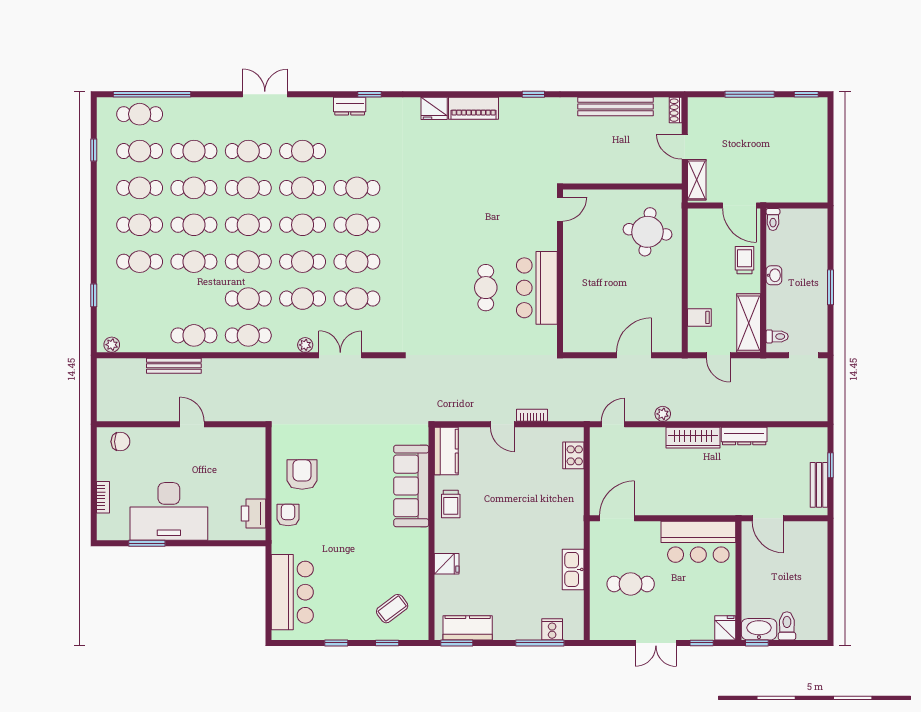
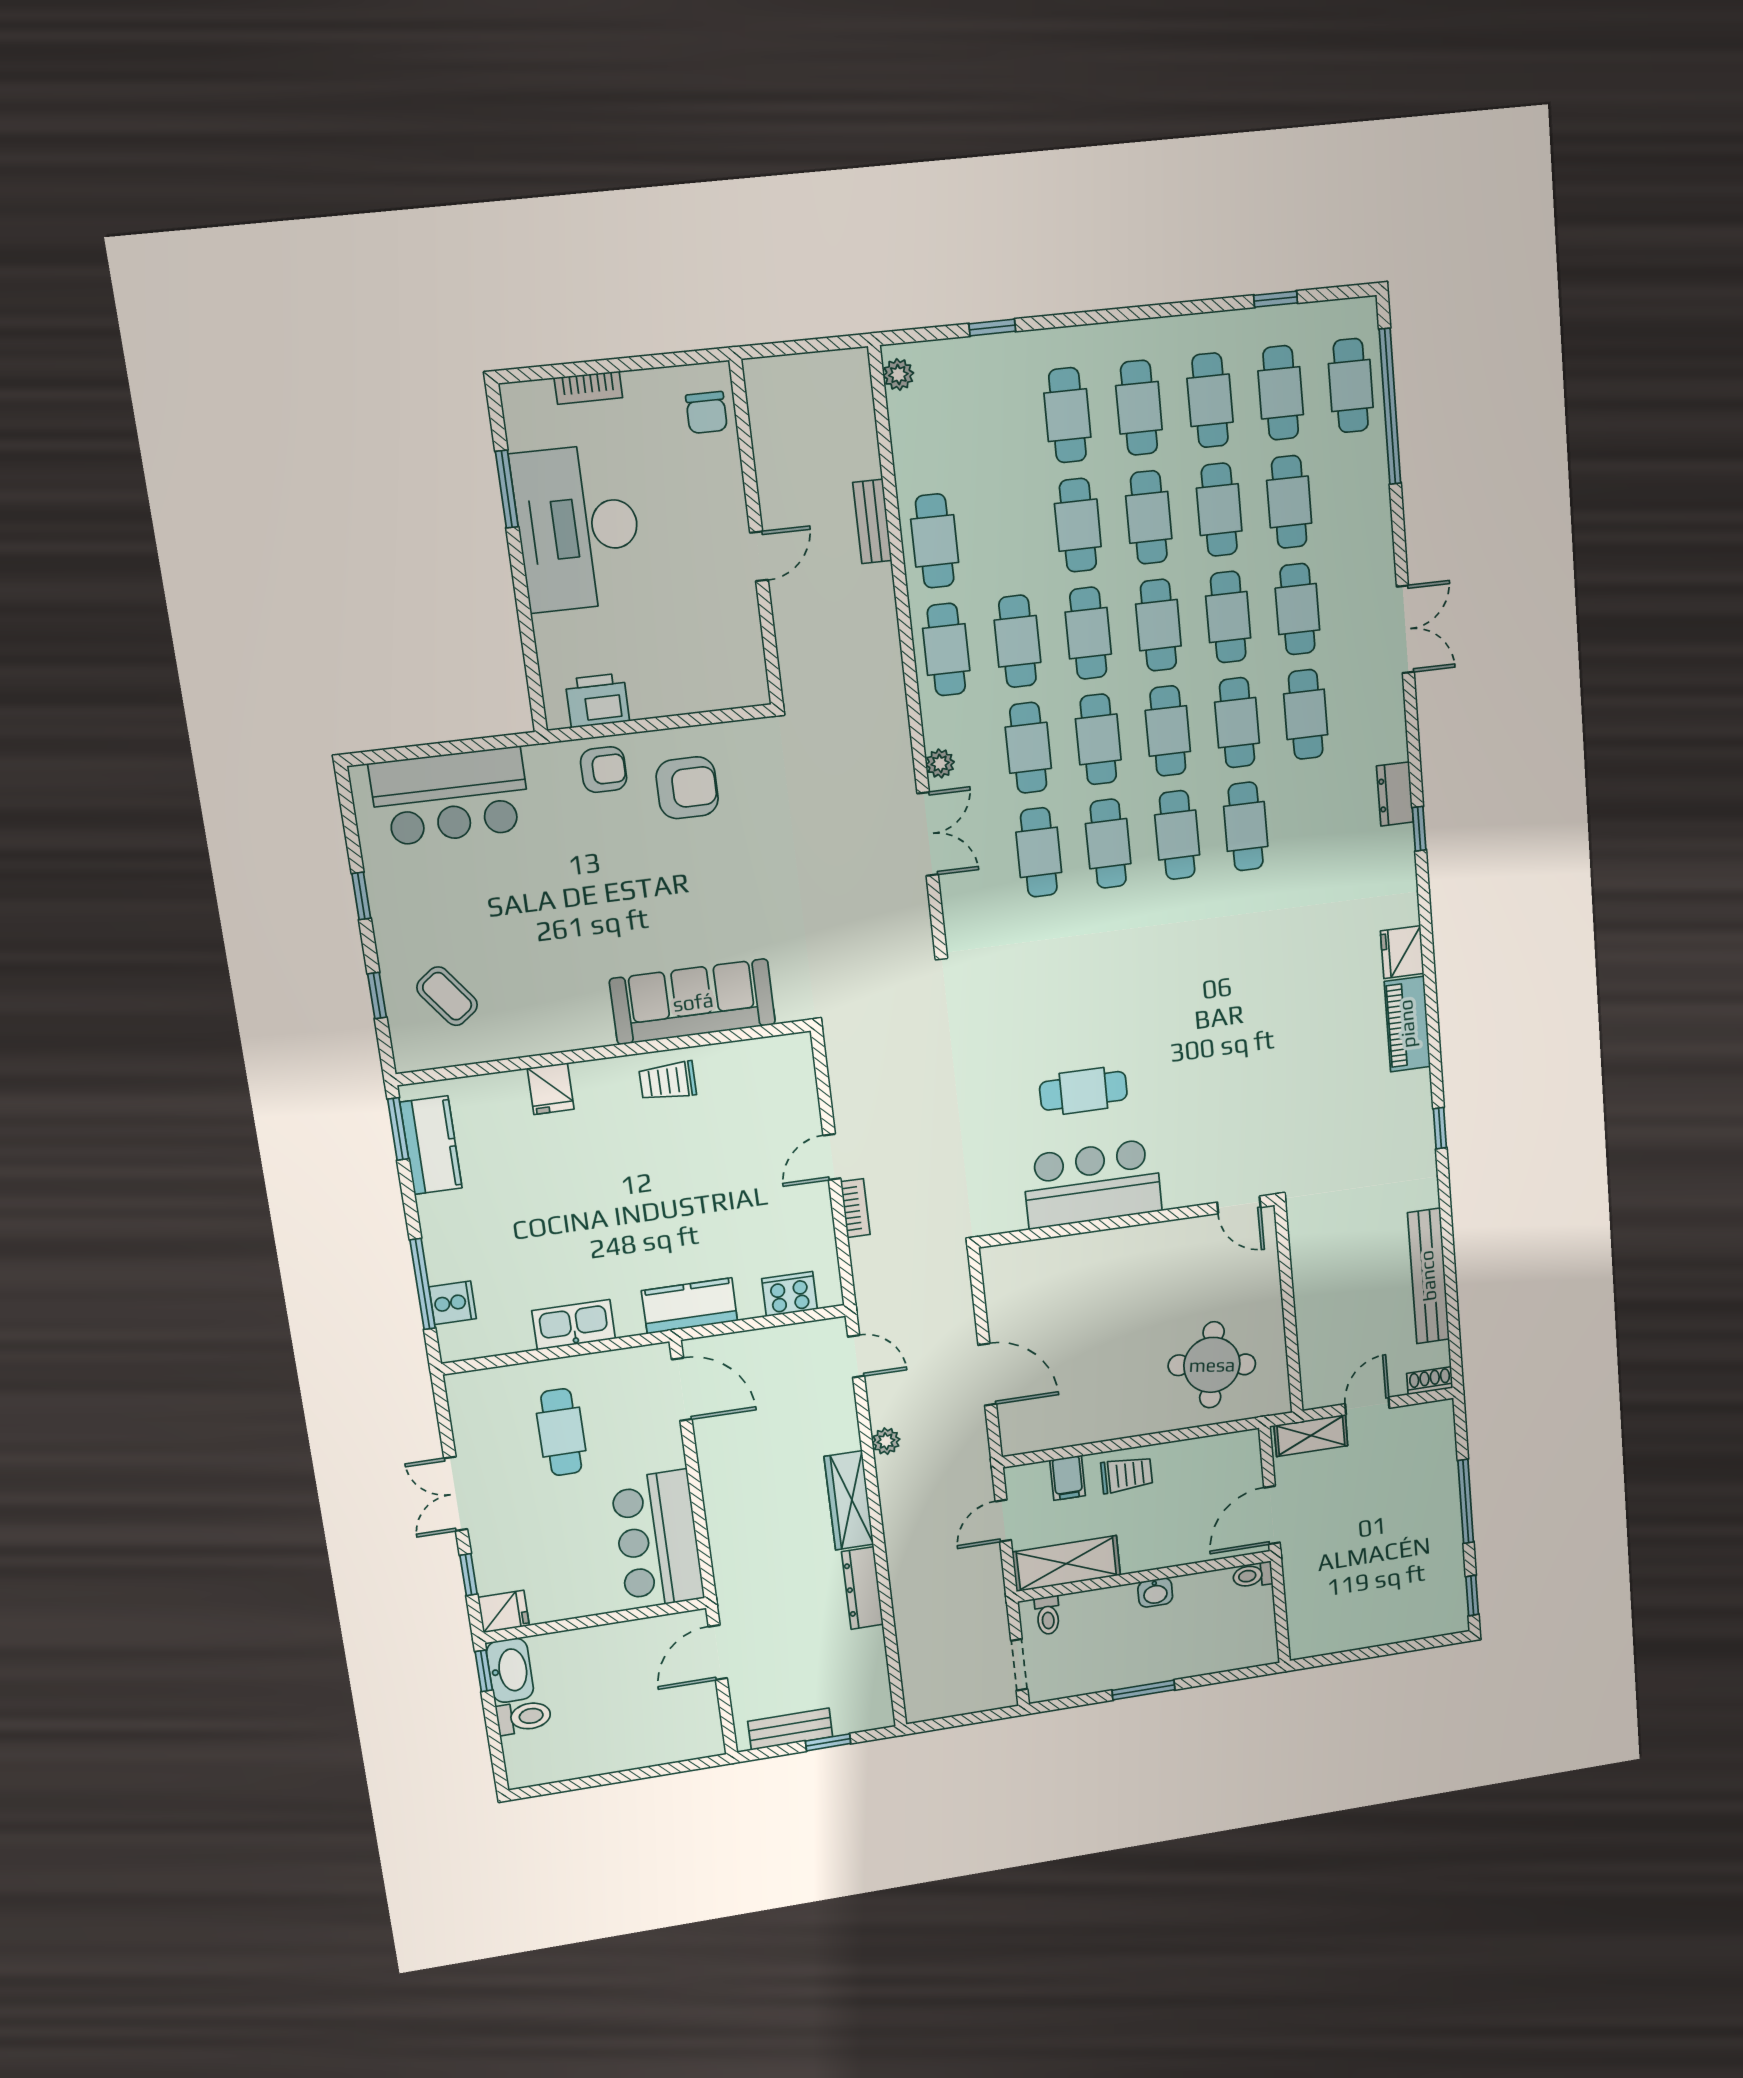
trolley: (744, 260) -> (1127, 1475), moved
bench: (174, 366) -> (872, 521), width x0.73
kitchen counter: (446, 451) -> (690, 1306), moved, turned 180

